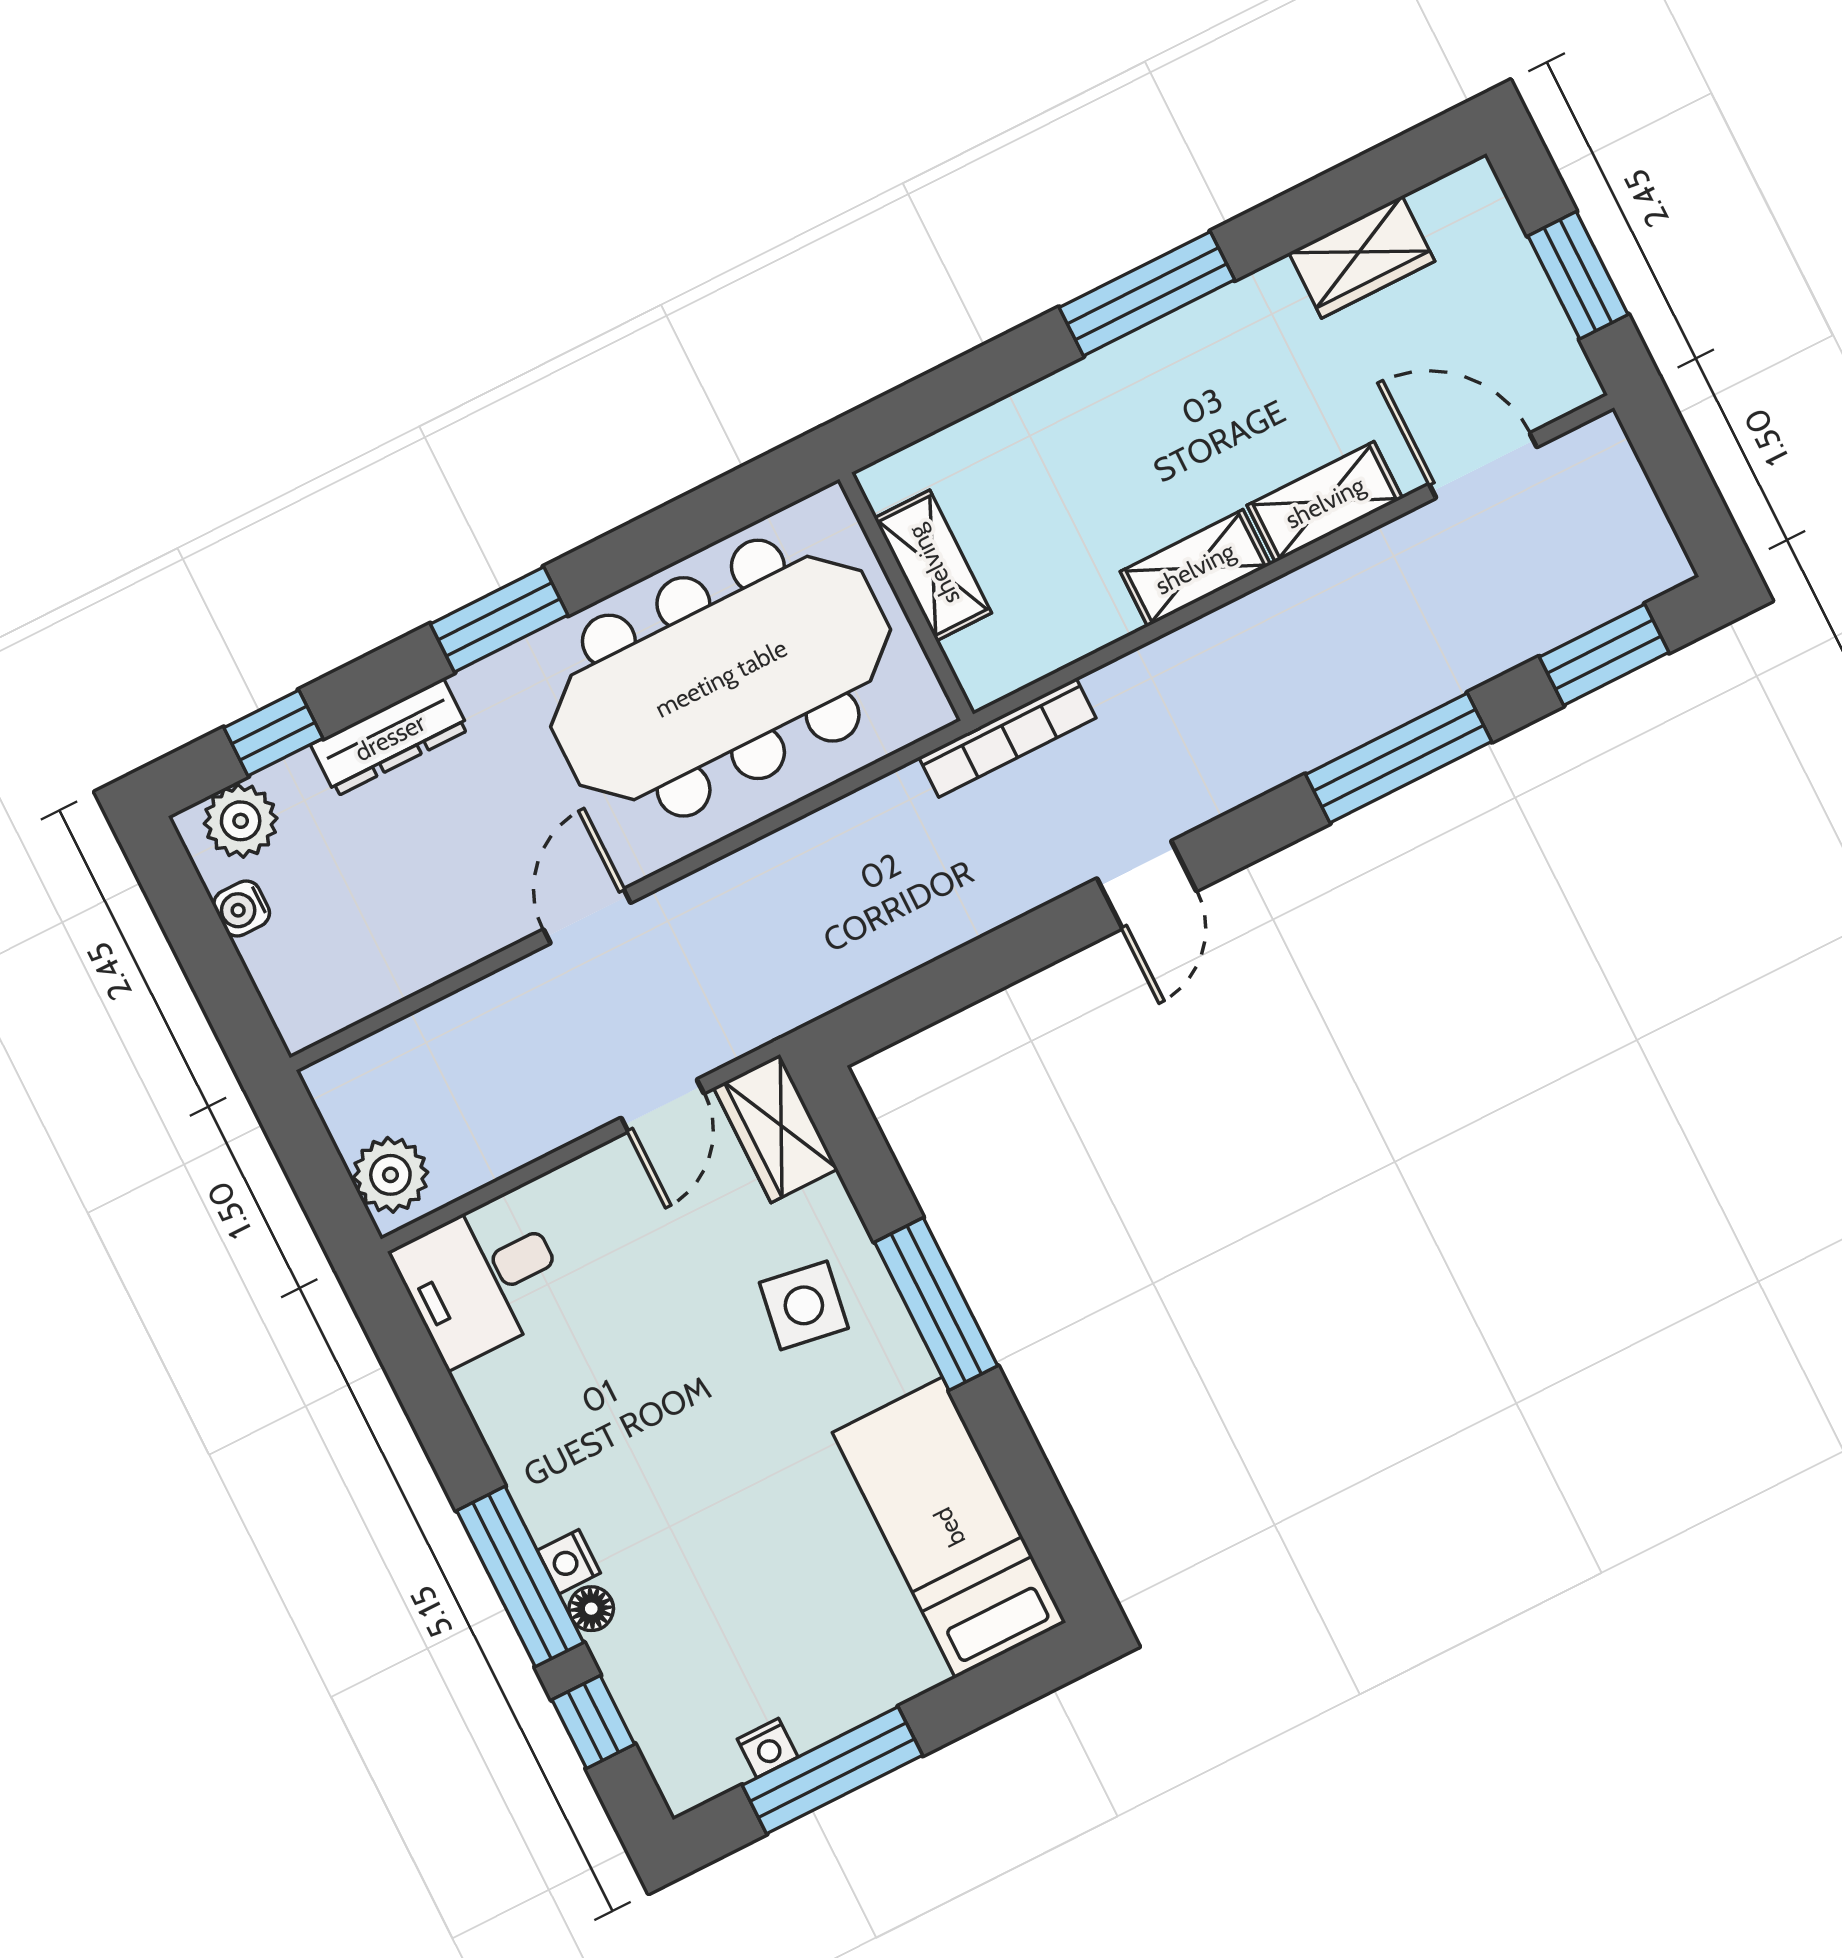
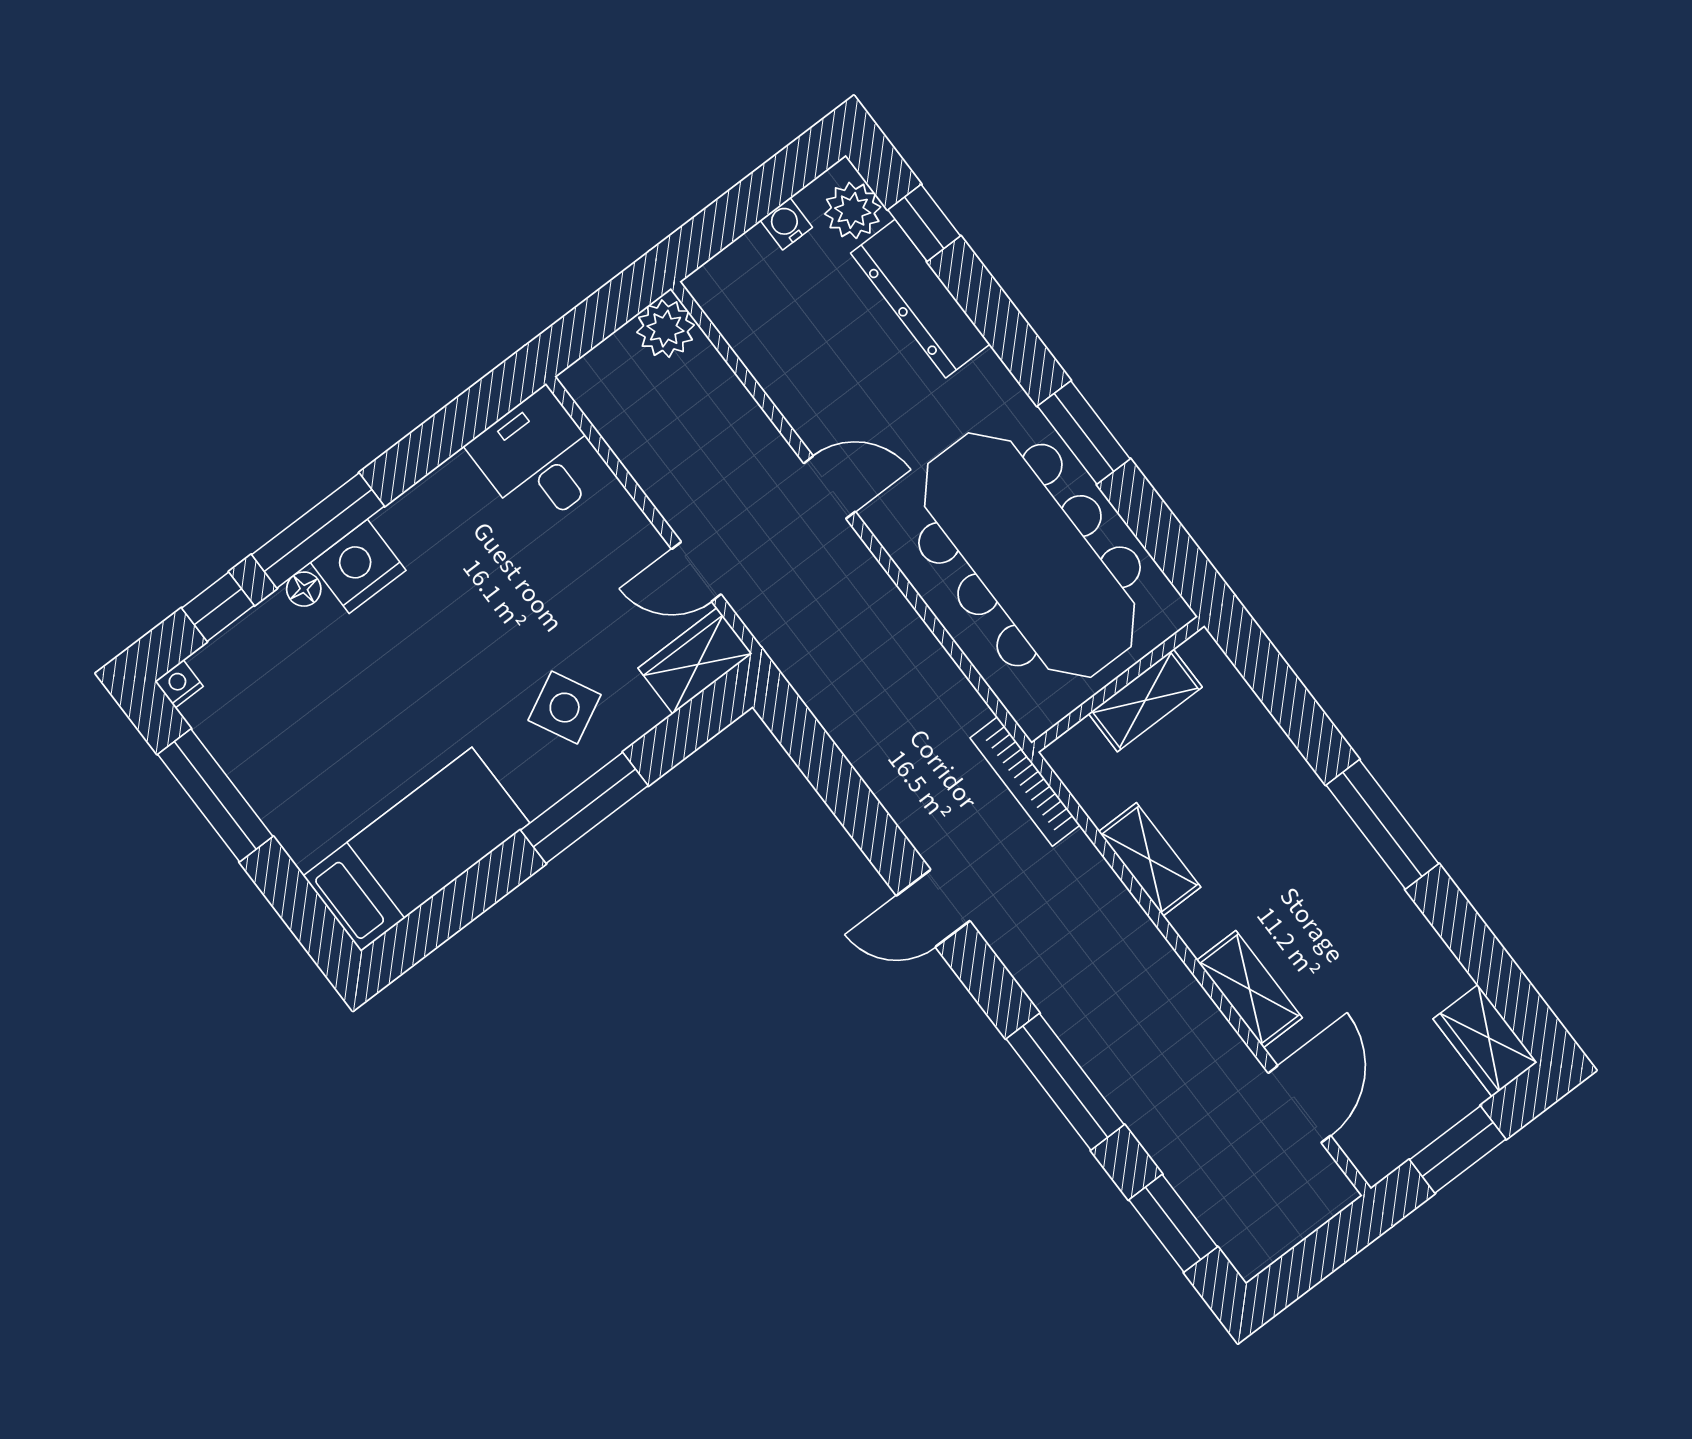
wardrobe: (1362, 257) -> (1485, 1041), moved
shelving: (1195, 568) -> (1150, 859), moved
window: (499, 619) -> (1084, 432), moved
dresser: (390, 737) -> (920, 299), width x1.37, depth x1.24
plant: (390, 1175) -> (665, 329), moved
side table: (804, 1305) -> (565, 708), turned -36
nightstand: (569, 1562) -> (358, 566), width x1.89, depth x1.79
nightstand: (768, 1748) -> (179, 684), moved, turned 90

